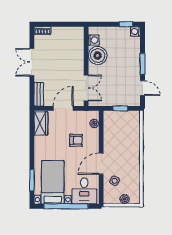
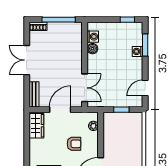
window: (62, 24) -> (59, 20), added
washing machine: (135, 31) -> (137, 51), moved
boiler: (98, 56) -> (92, 49), width x0.54, depth x0.54
window: (143, 64) -> (145, 45), moved
door: (143, 88) -> (145, 88), swing flipped

